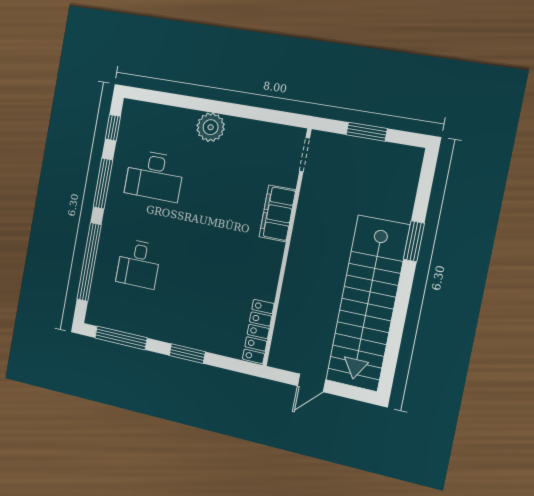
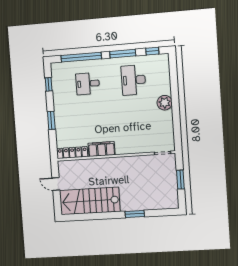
filing cabinet: (277, 213) -> (102, 149), moved
stairs: (368, 303) -> (90, 201), width x0.73
window: (121, 338) -> (49, 84), width x0.46

